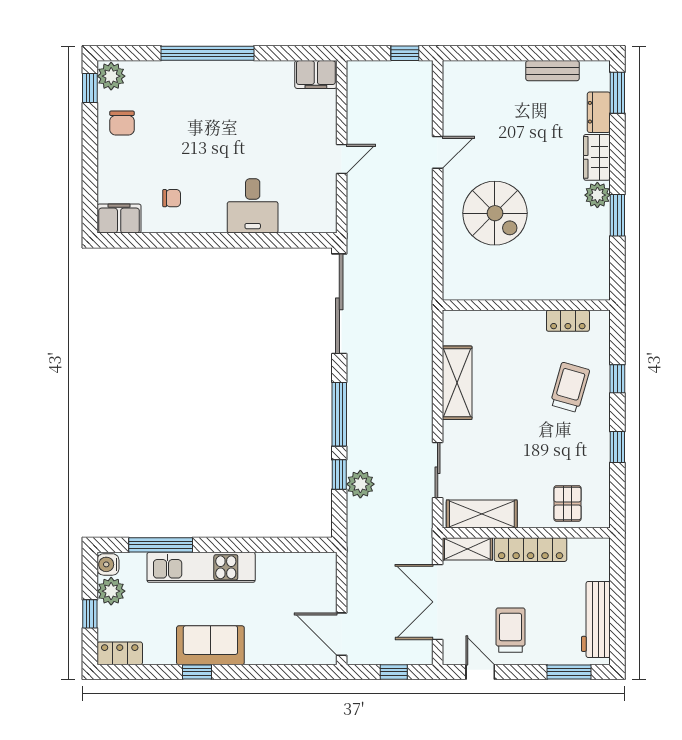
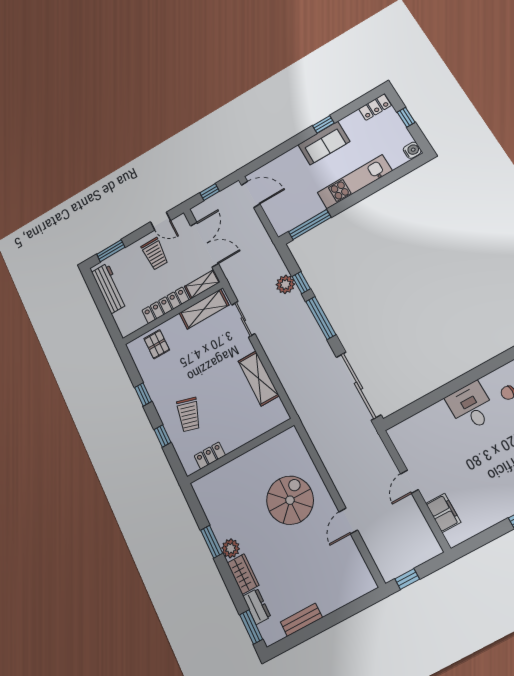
filing cabinet: (316, 75) -> (443, 513), moved, turned 90
desk: (253, 206) -> (471, 406), moved
spiral stairs: (495, 213) -> (290, 500), turned 90
window: (161, 545) -> (310, 225), moved
plant: (111, 591) -> (401, 137), removed

